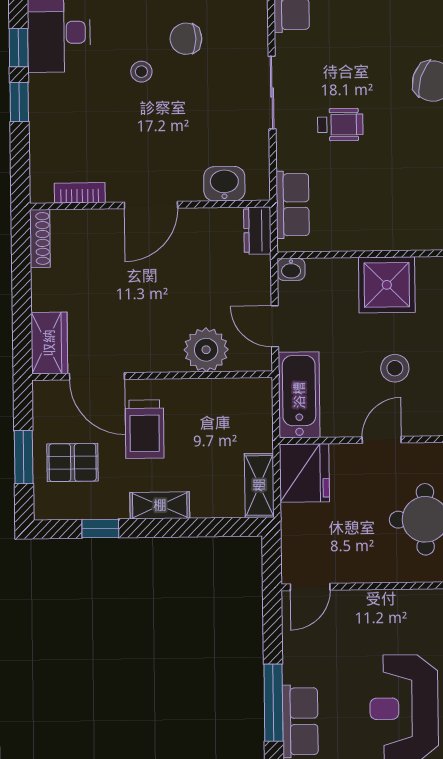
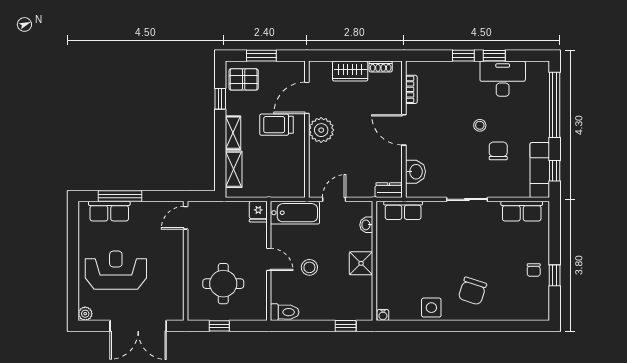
wheelchair: (340, 125) -> (448, 238), removed
shoe rack: (40, 239) -> (381, 66), width x0.70
washbasin: (291, 269) -> (366, 225), moved
shower: (387, 285) -> (361, 263), width x0.73, depth x0.73
wardrobe: (49, 343) -> (350, 71), moved
plant: (206, 350) -> (321, 130), moved
pallet: (73, 462) -> (244, 79), moved, turned 90
fridge: (304, 473) -> (258, 212), width x0.53, depth x0.75
shelving: (259, 485) -> (234, 169), moved, turned 90
door: (310, 587) -> (186, 218), hinge flipped

